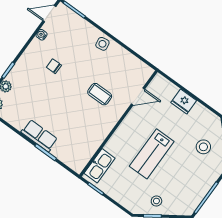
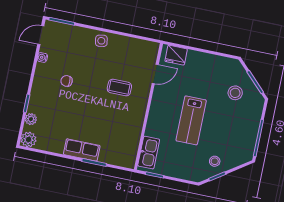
fridge: (184, 101) -> (176, 55), moved

